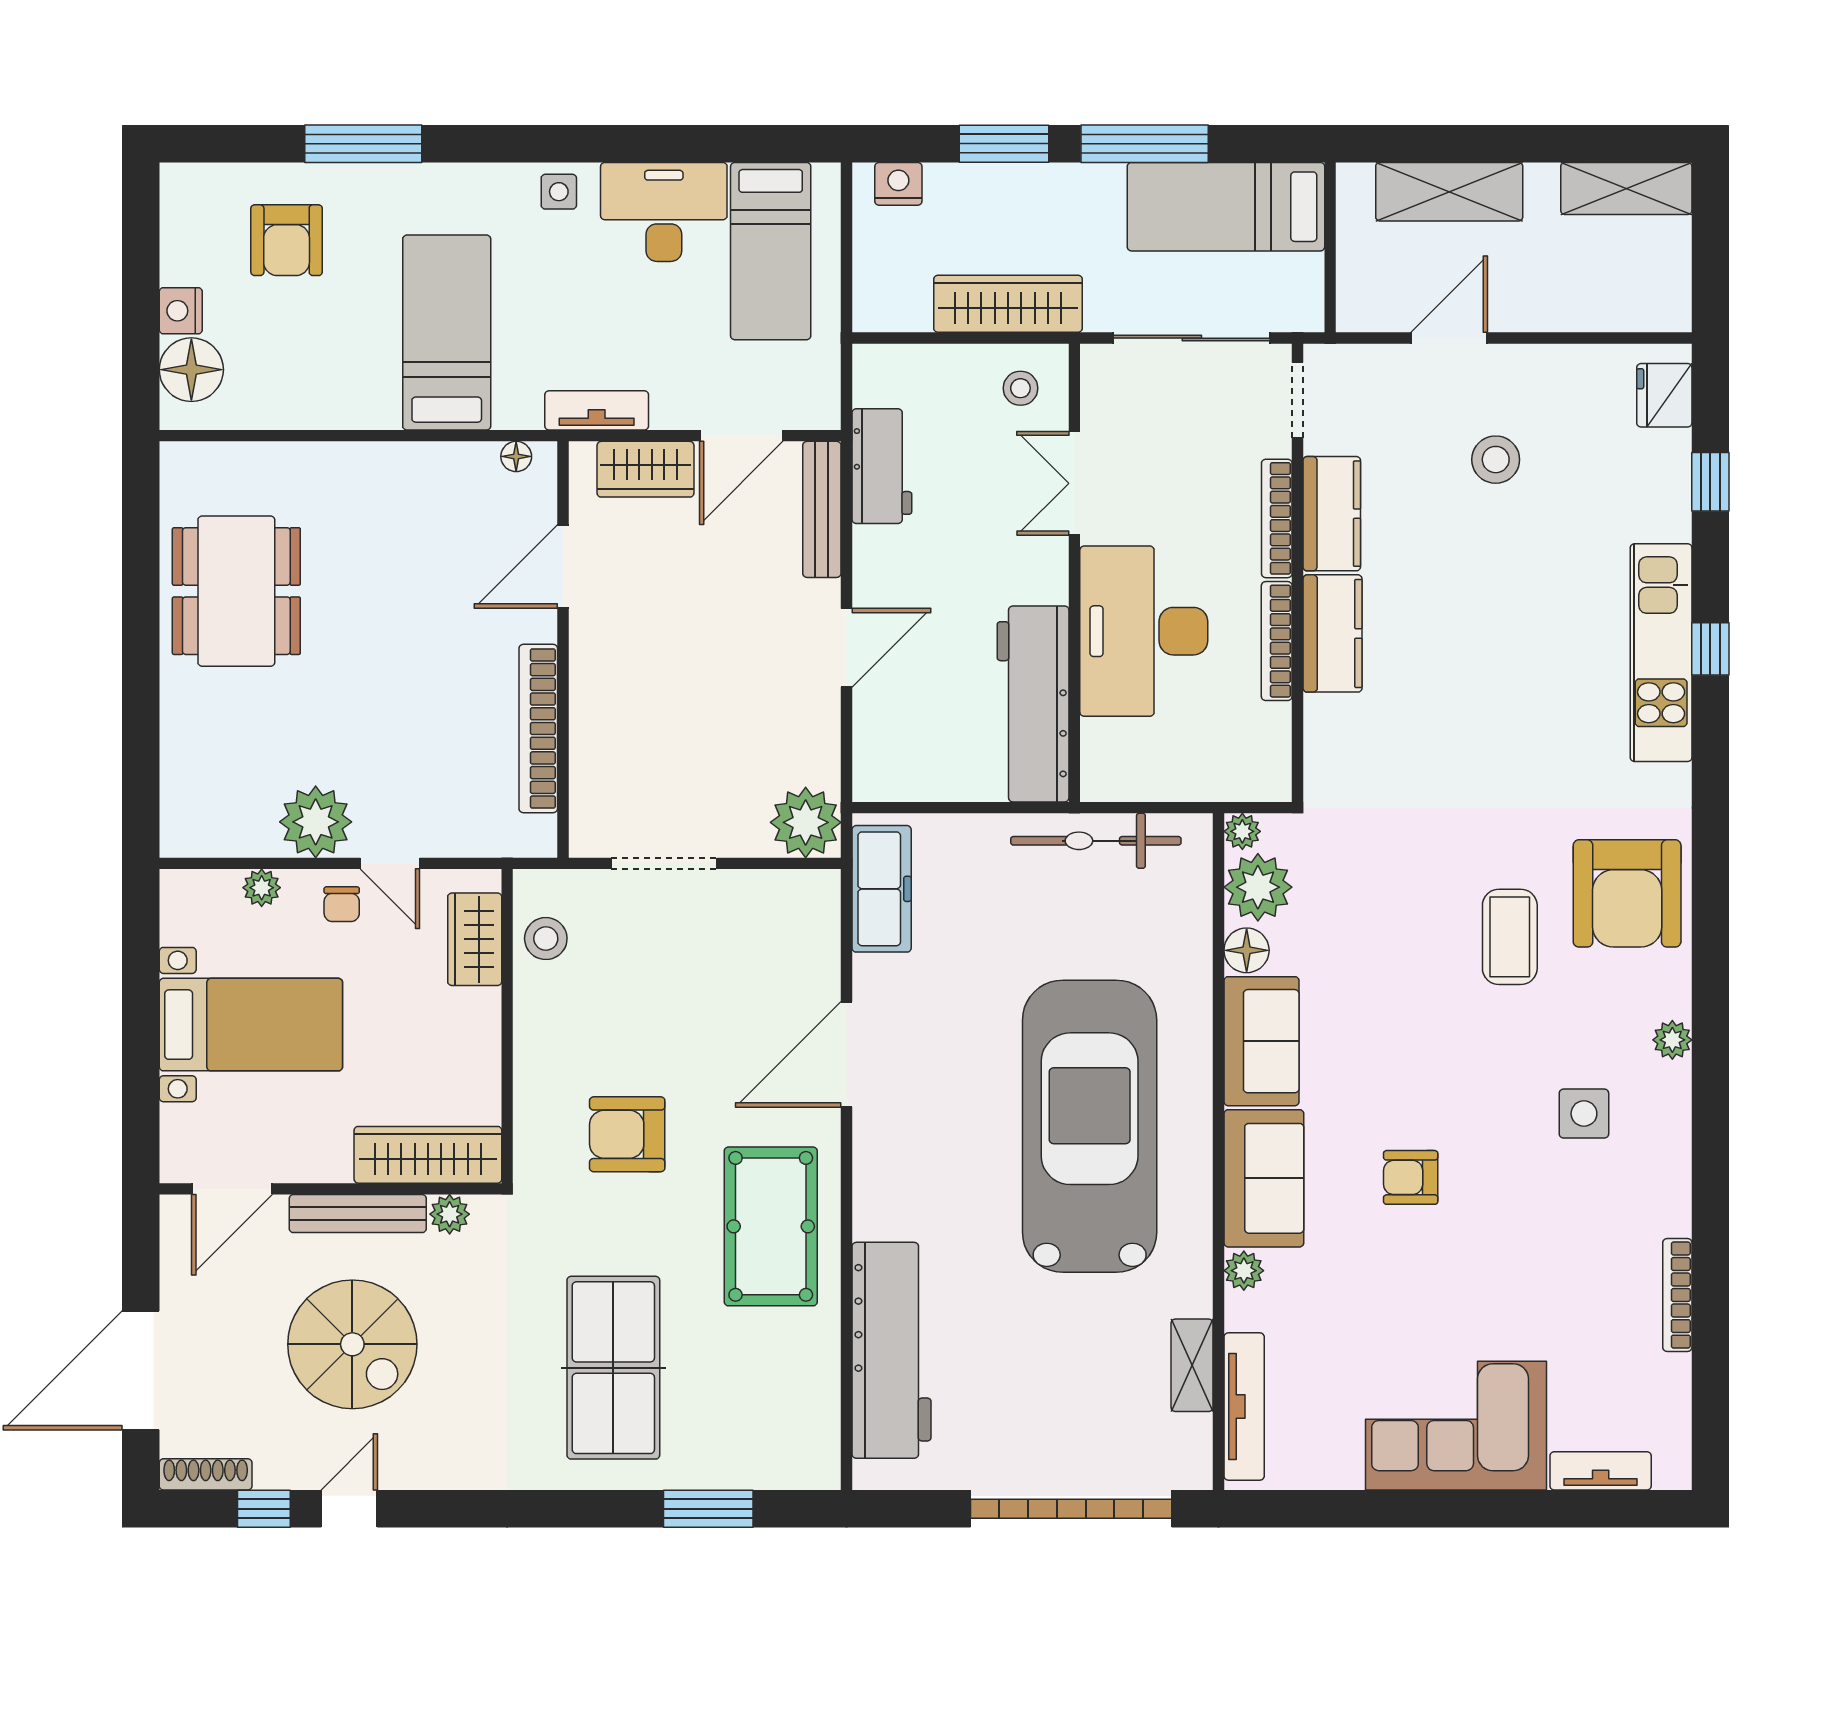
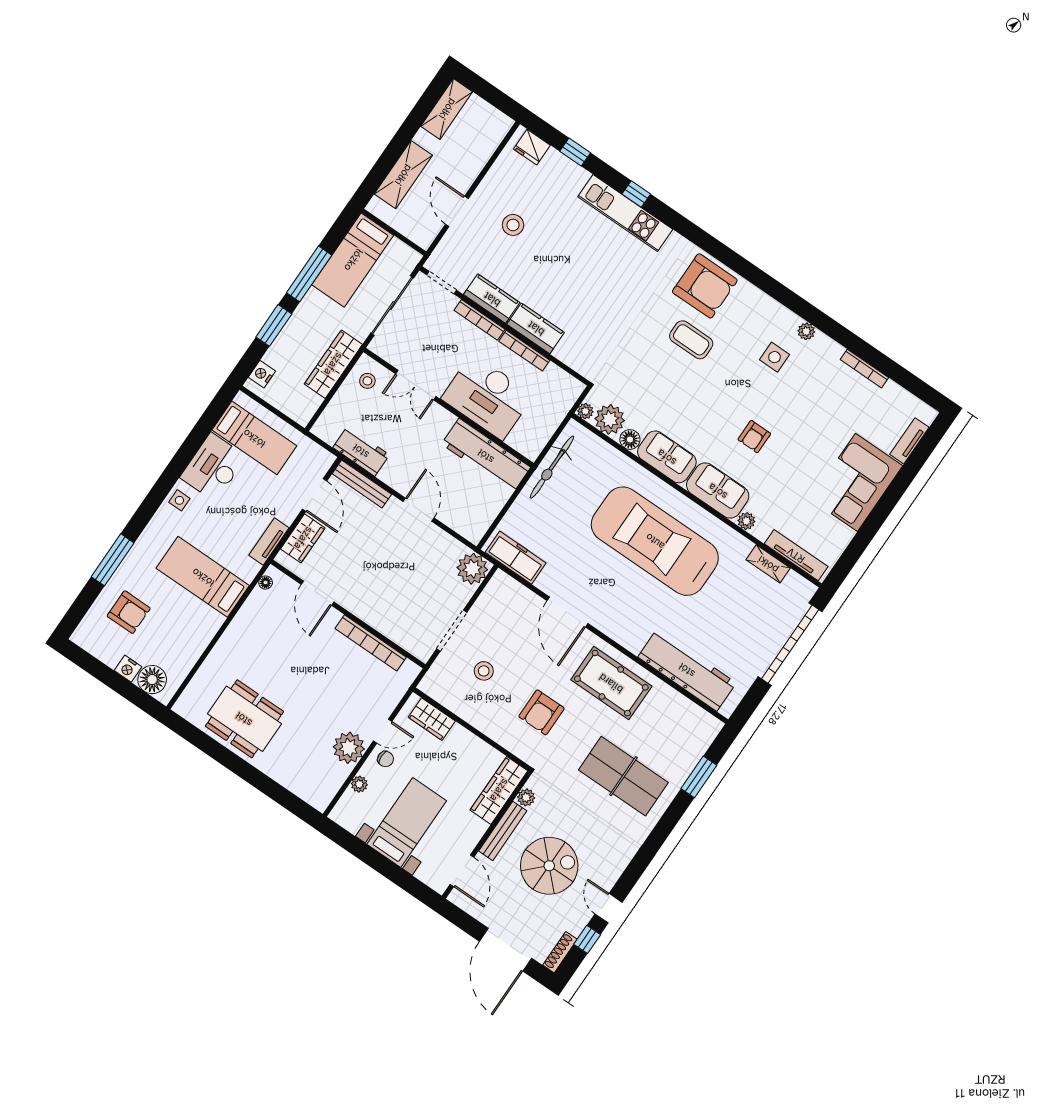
stool: (546, 939) -> (484, 671), moved
plant: (1672, 1040) -> (806, 331), moved

